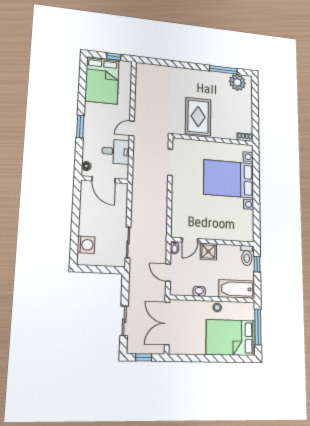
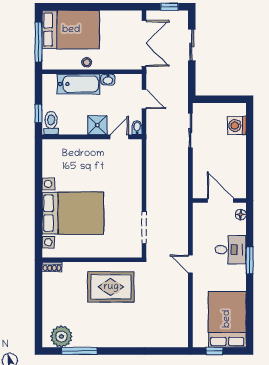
rug: (198, 117) -> (111, 287), turned 90
door: (132, 128) -> (190, 264), swing flipped
desk: (116, 151) -> (231, 250), moved, turned 180
bathtub: (237, 289) -> (78, 84), moved

